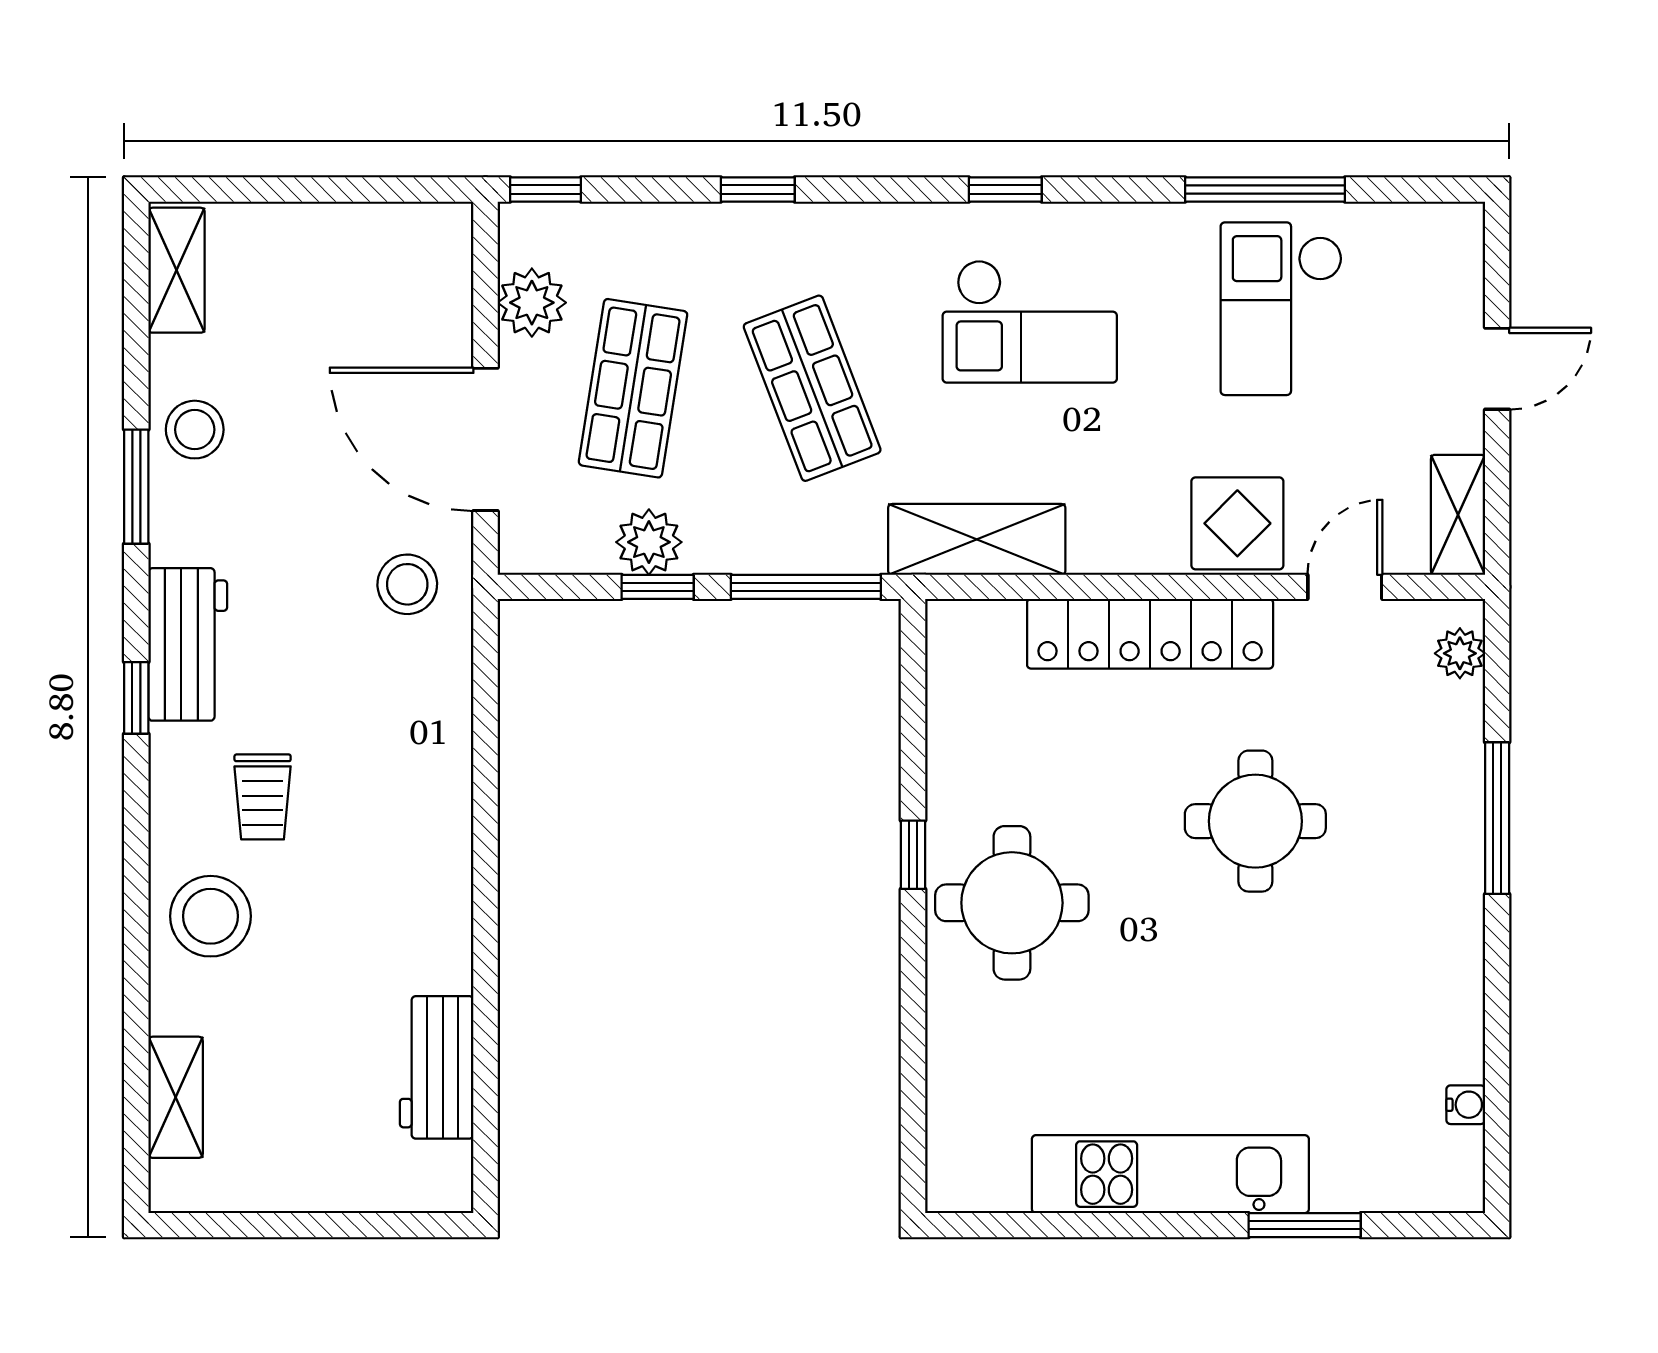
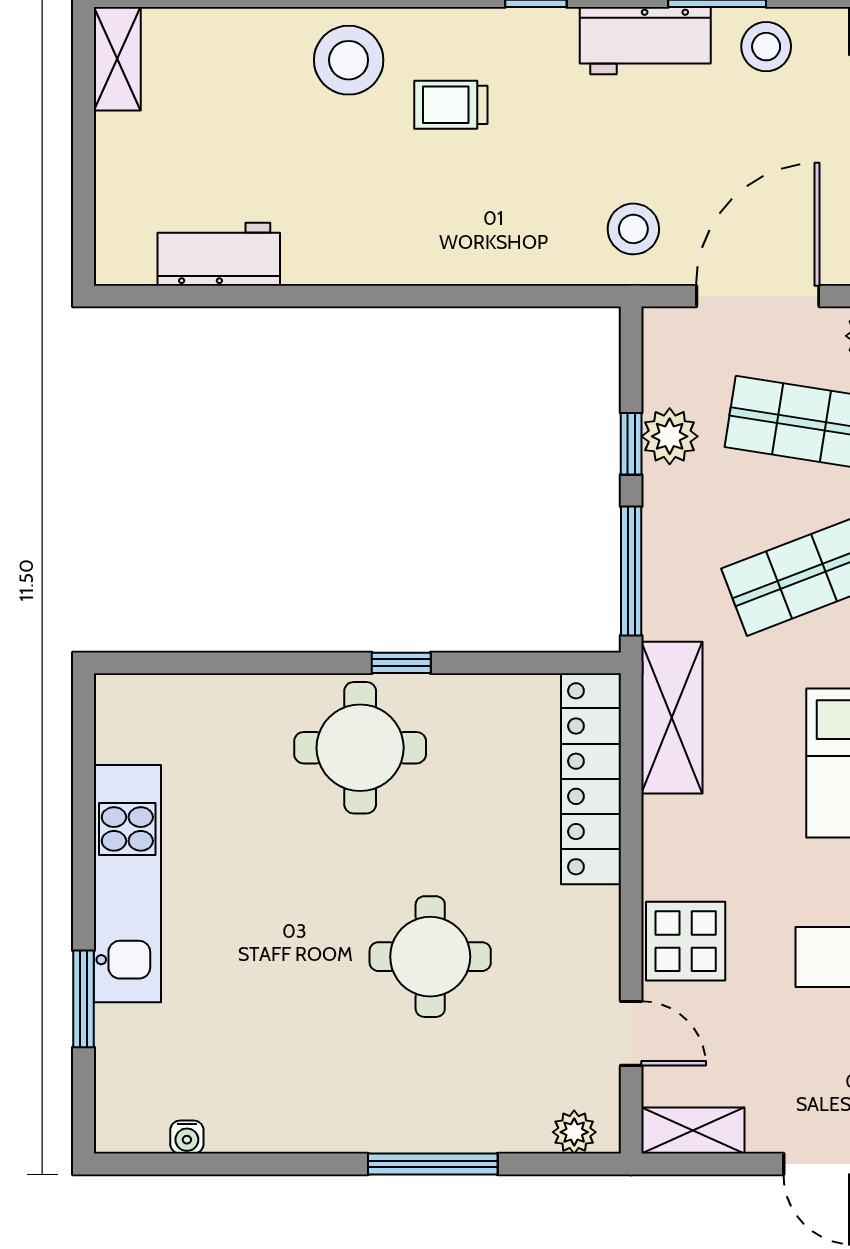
locker: (1150, 634) -> (591, 779), moved
workbench: (188, 644) -> (645, 41), moved
shelving: (176, 1097) -> (117, 59), moved, turned 90

